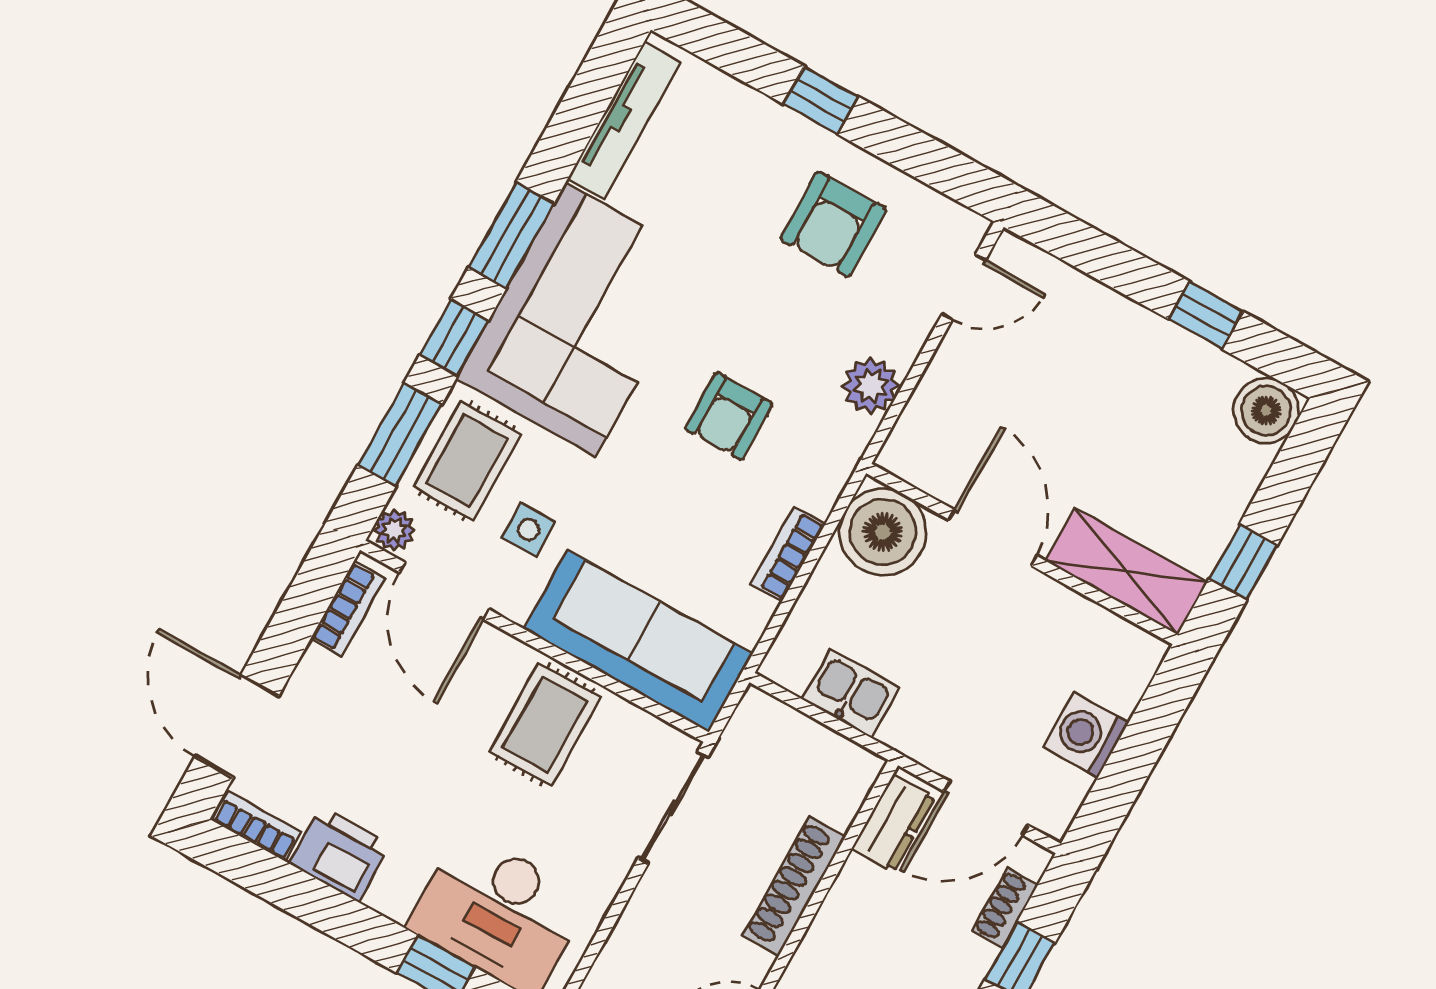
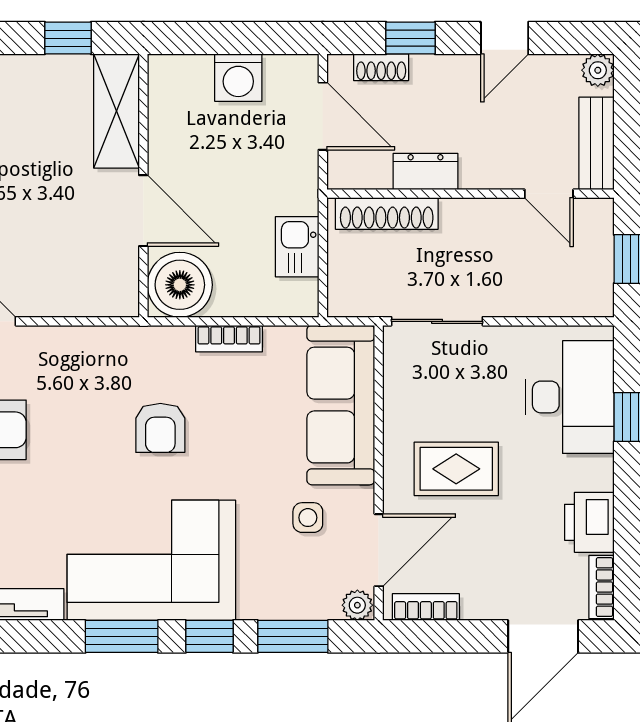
plant: (871, 385) -> (88, 346), removed
armchair: (729, 416) -> (160, 428), turned 90
rug: (467, 461) -> (285, 583), removed
door: (993, 538) -> (143, 211), swing flipped
rug: (545, 724) -> (456, 469), moved
dresser: (893, 823) -> (425, 171), moved
shoe rack: (794, 886) -> (387, 213), moved

